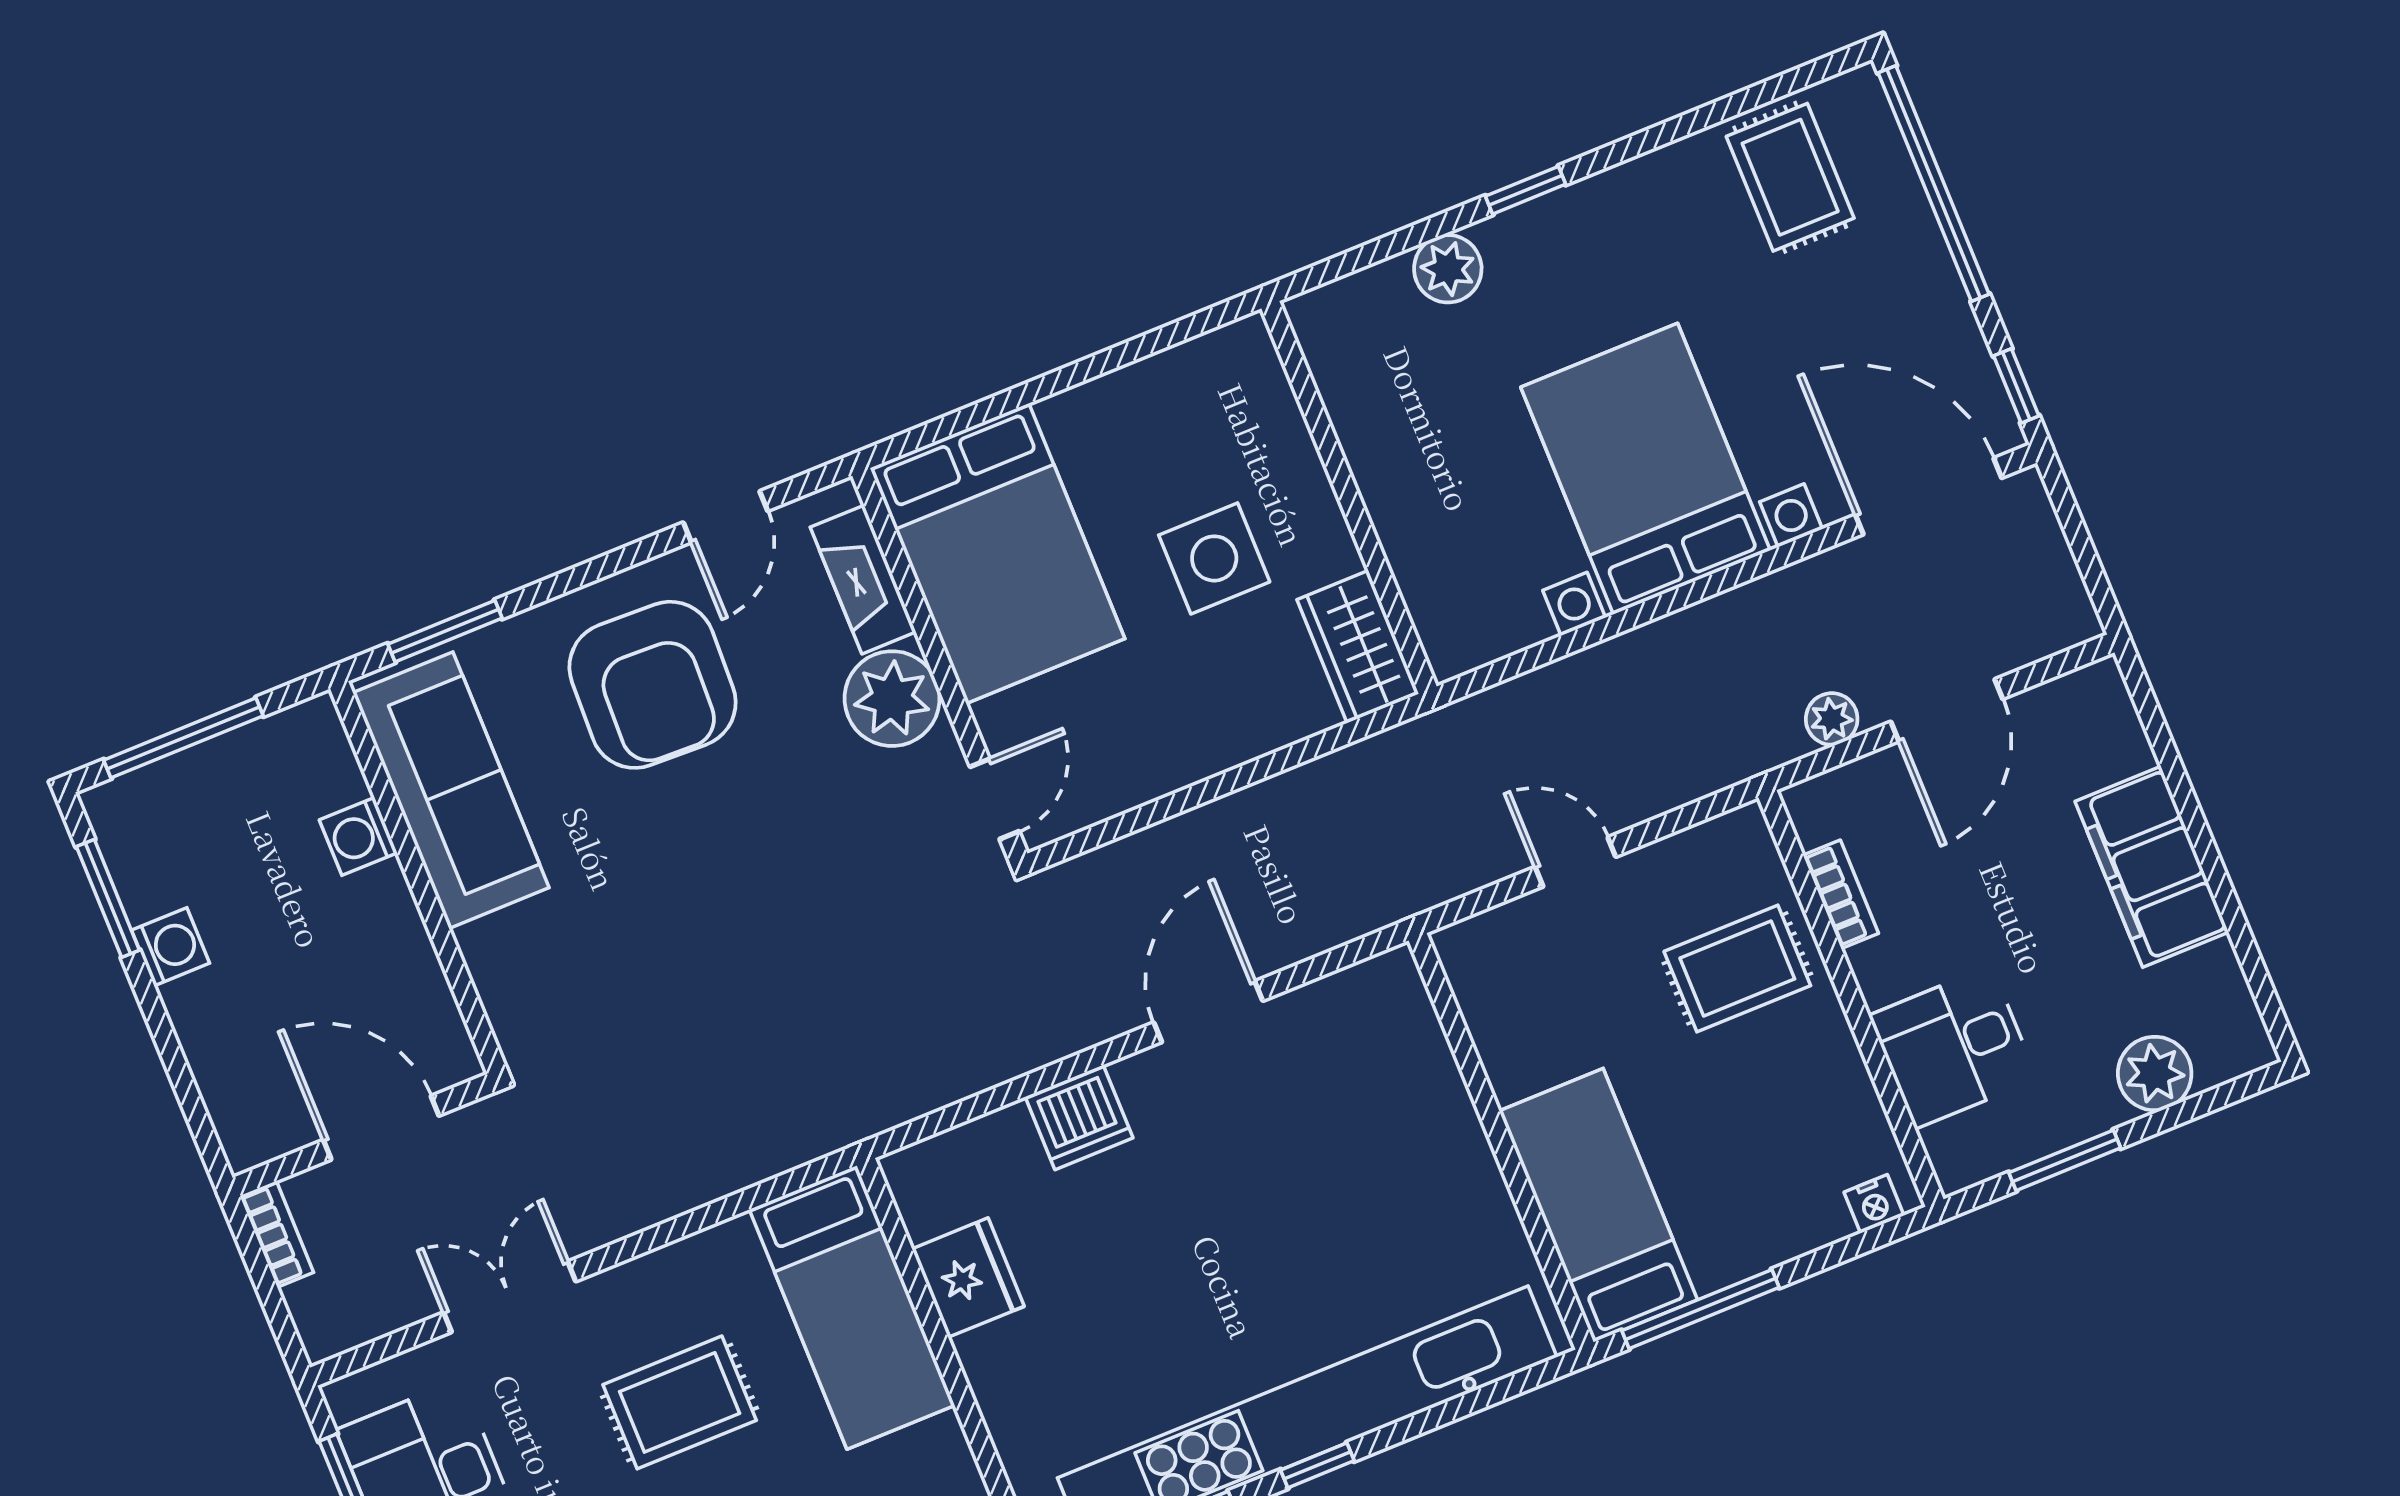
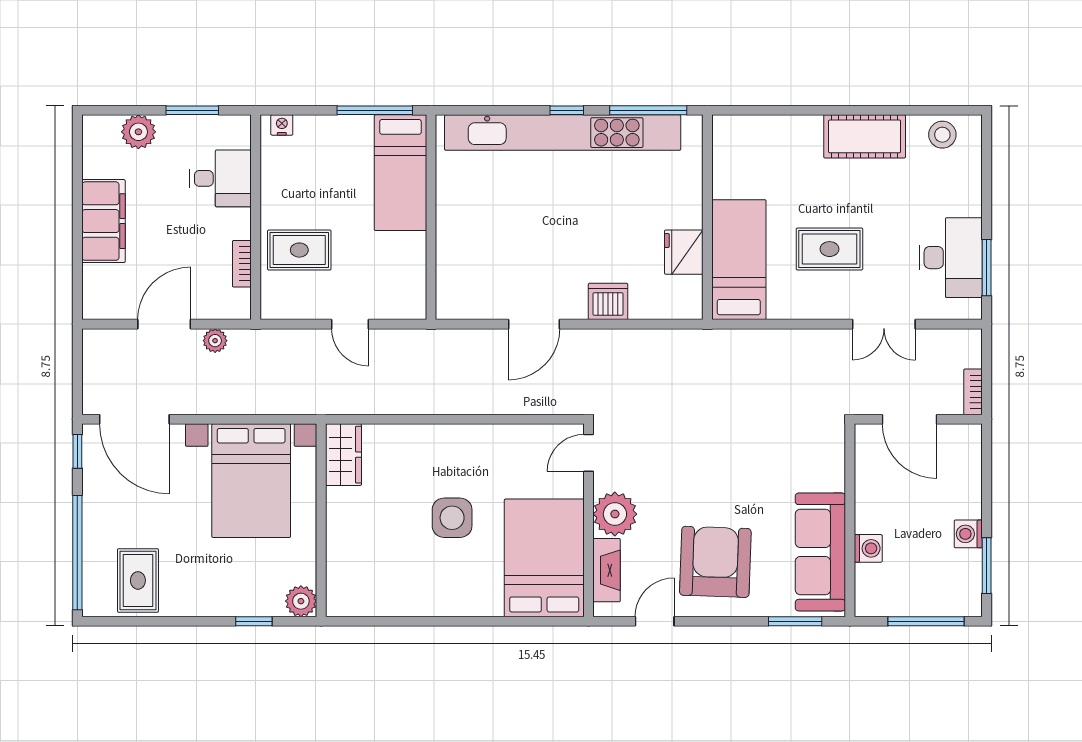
wall: (1349, 498) -> (321, 520), moved
wardrobe: (1358, 647) -> (343, 455), moved

